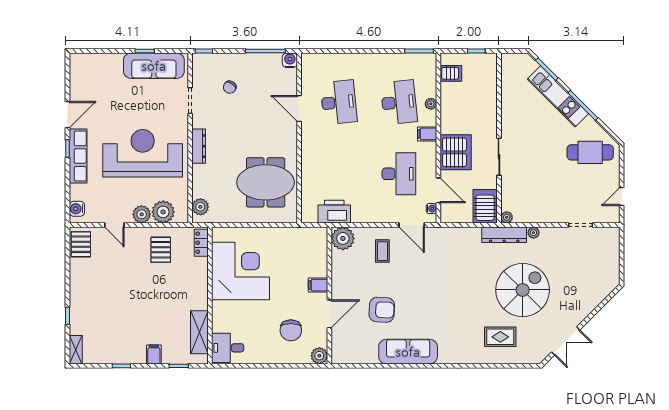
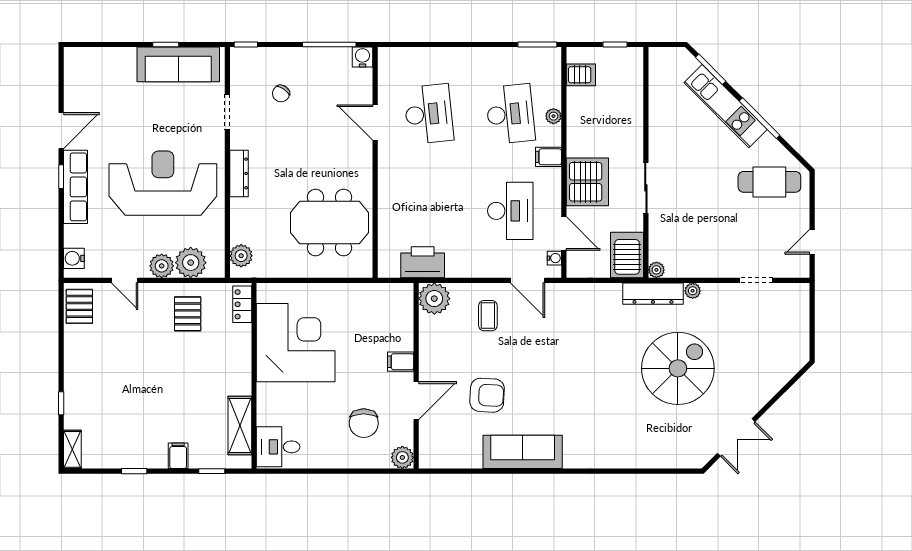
rug: (500, 337) -> (648, 432), removed

